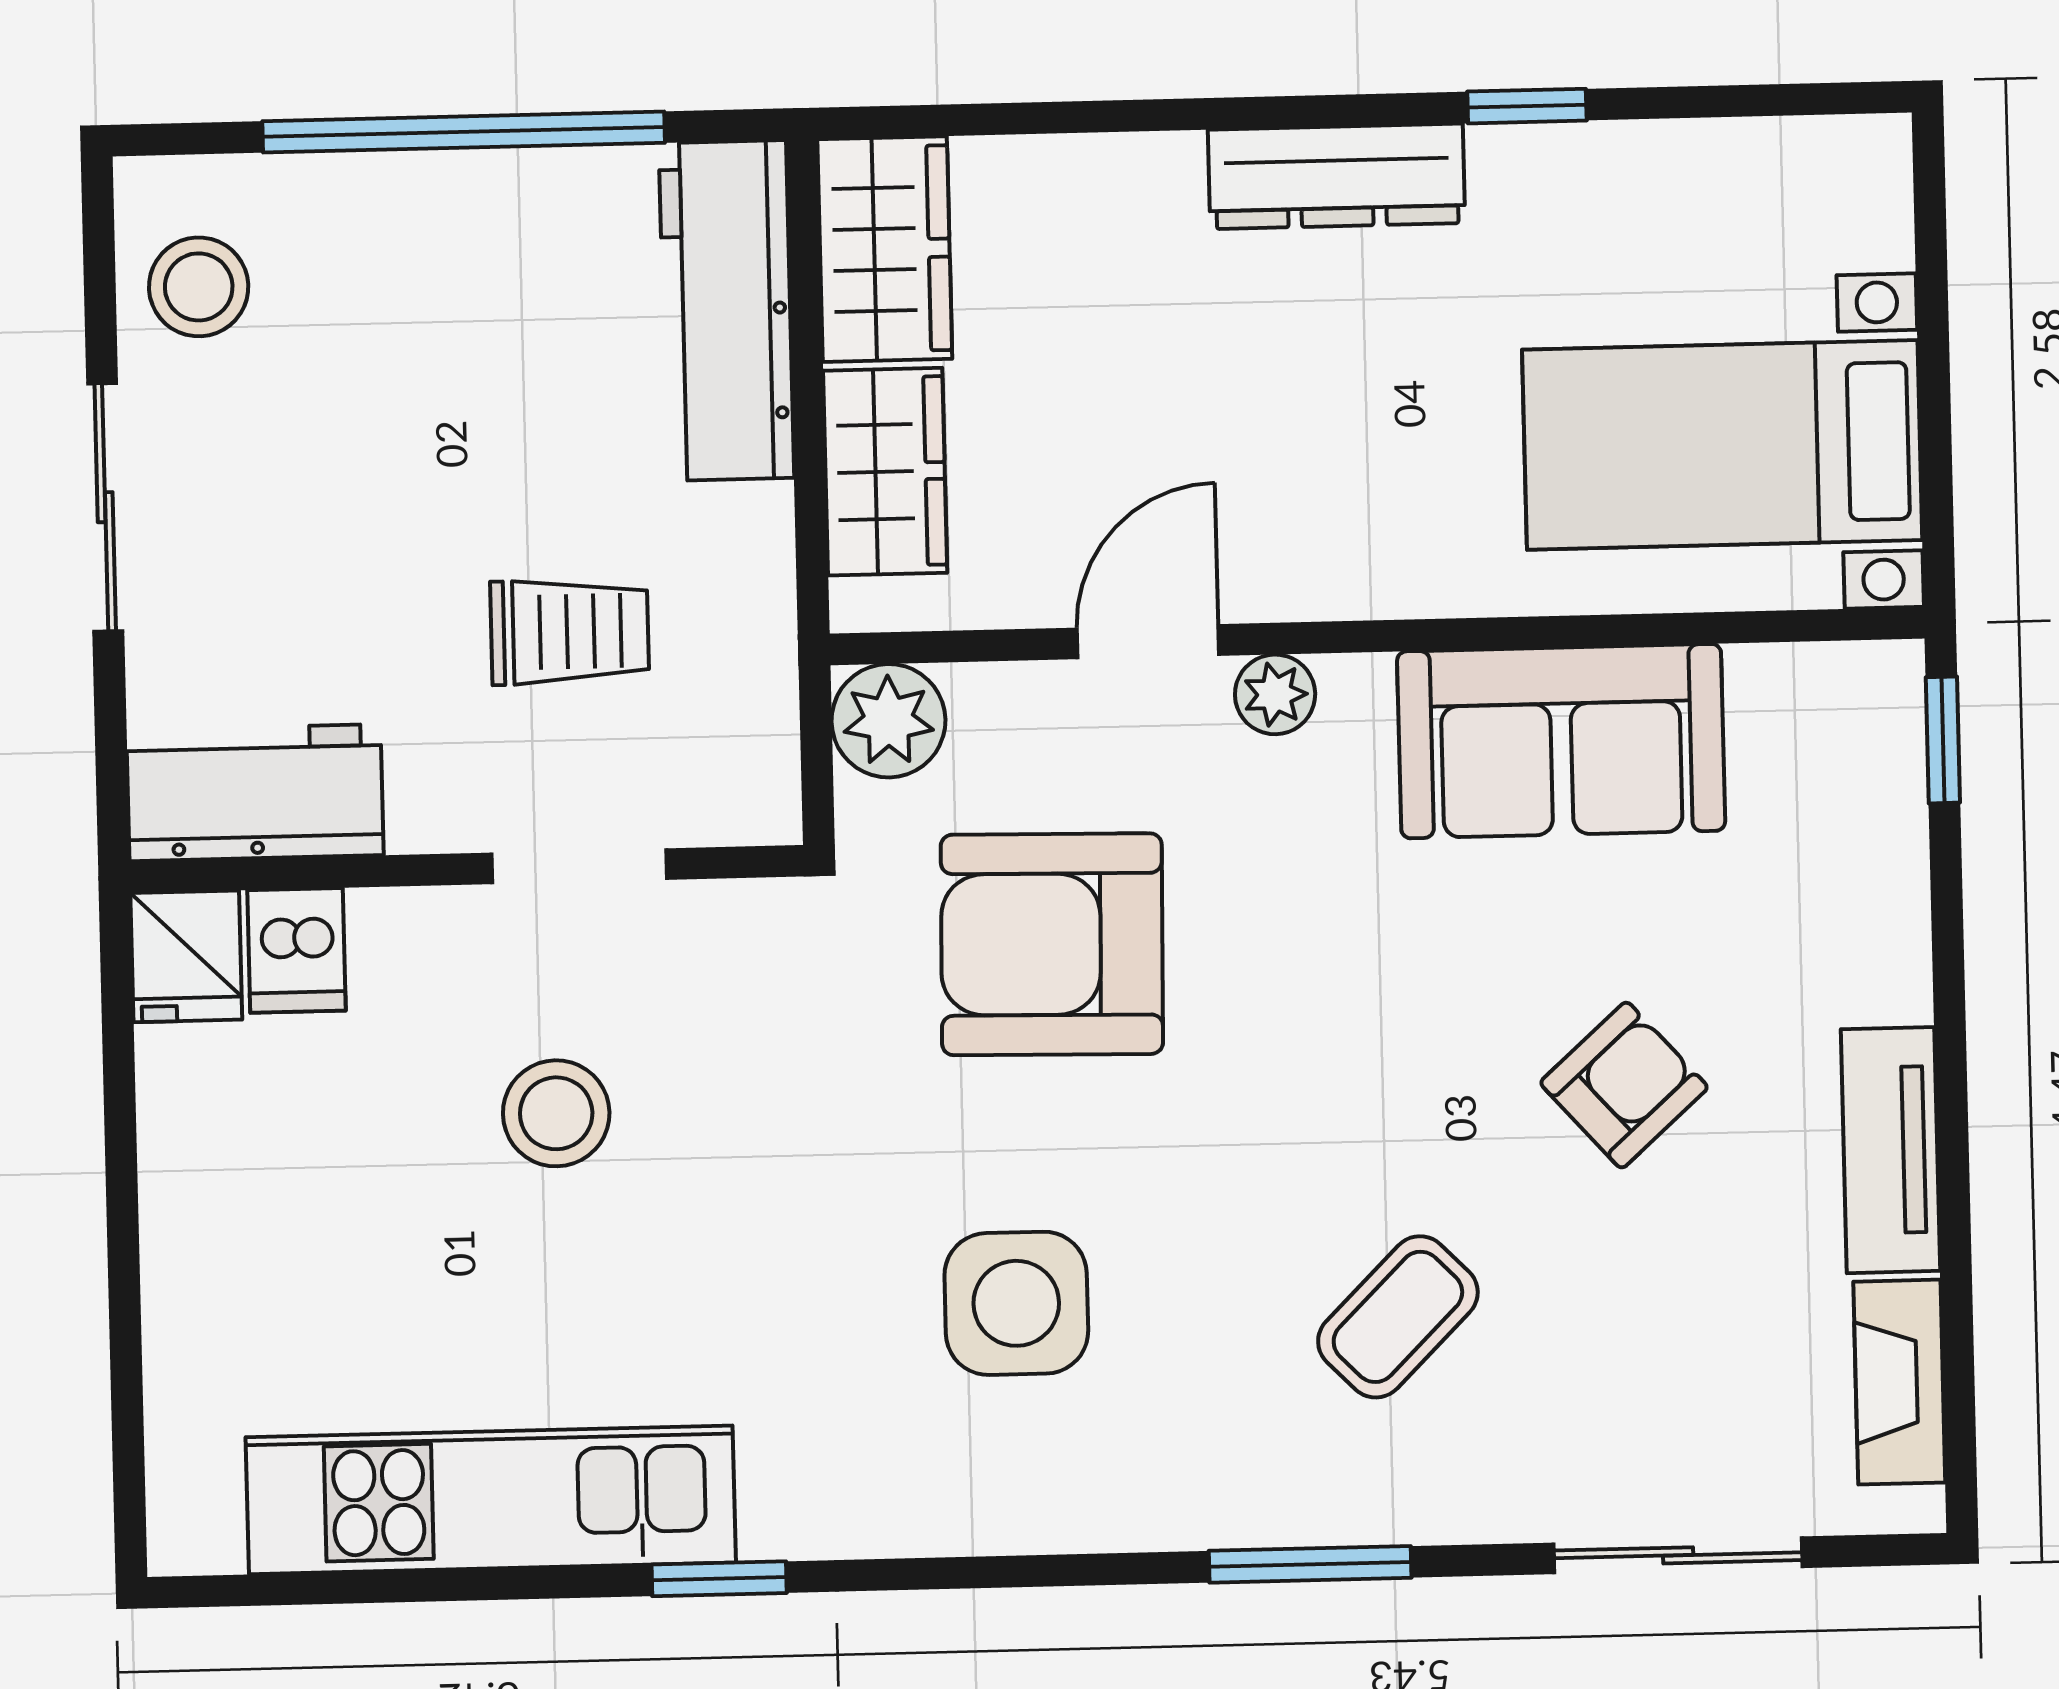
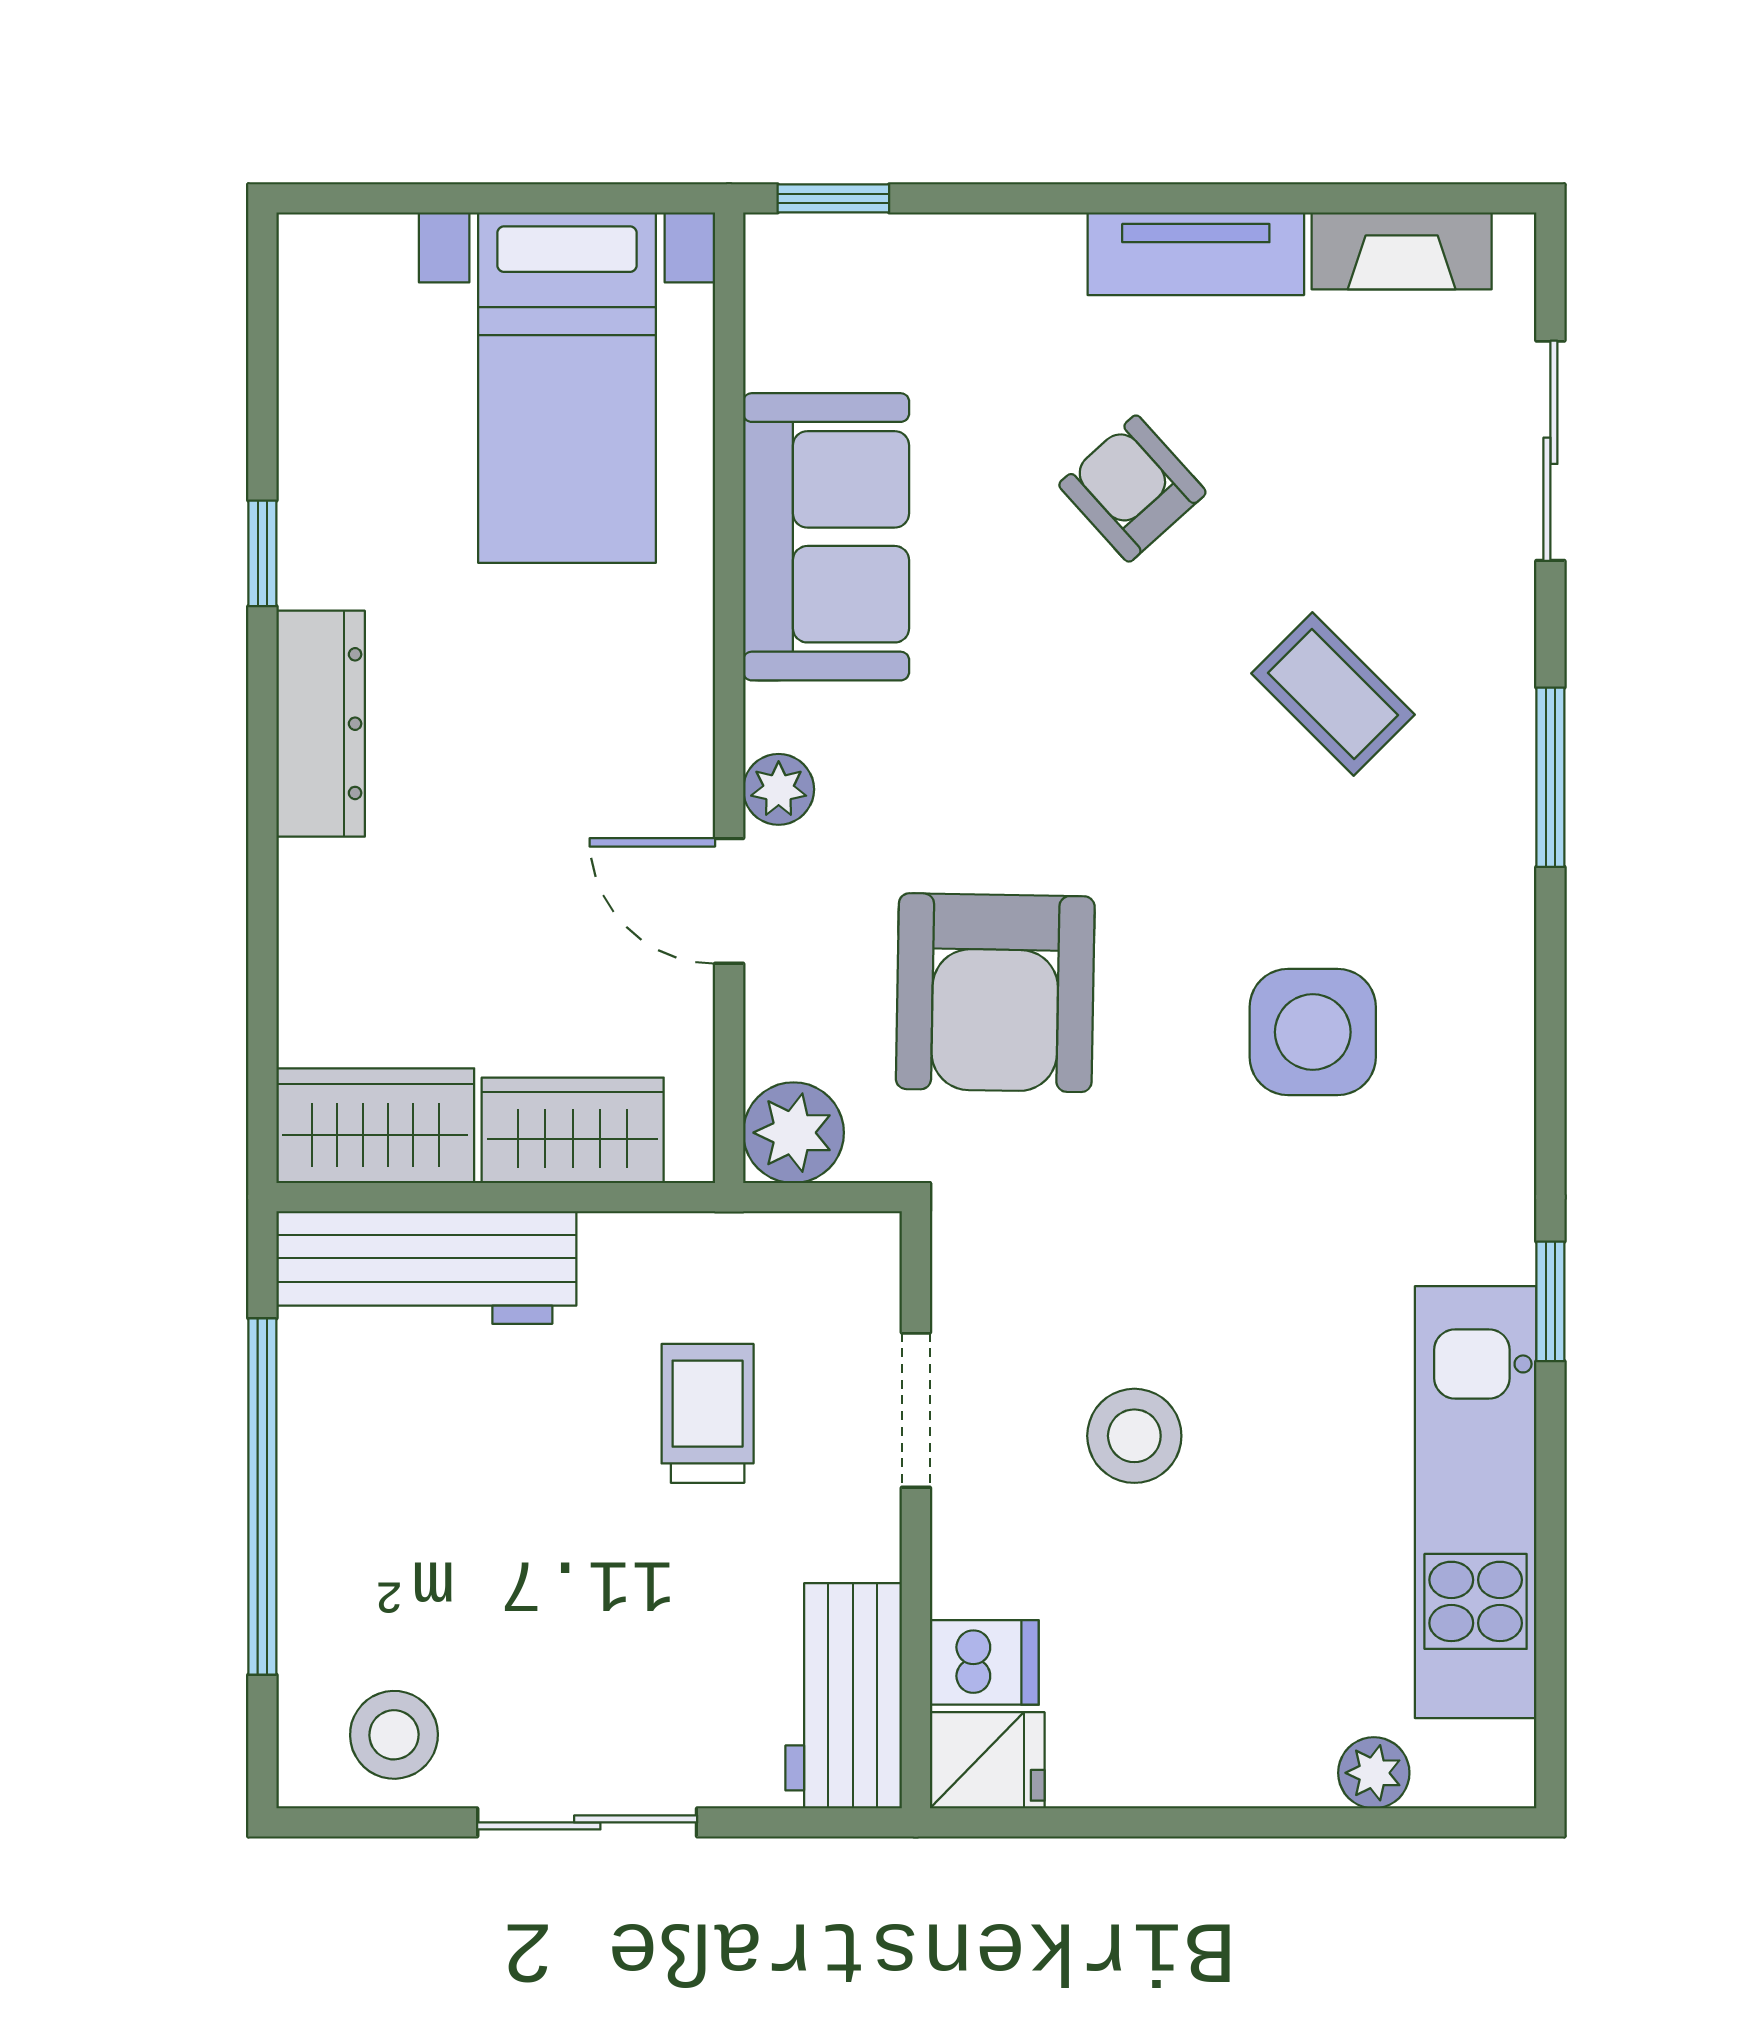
plant: (183, 1393) -> (1374, 1773), added

